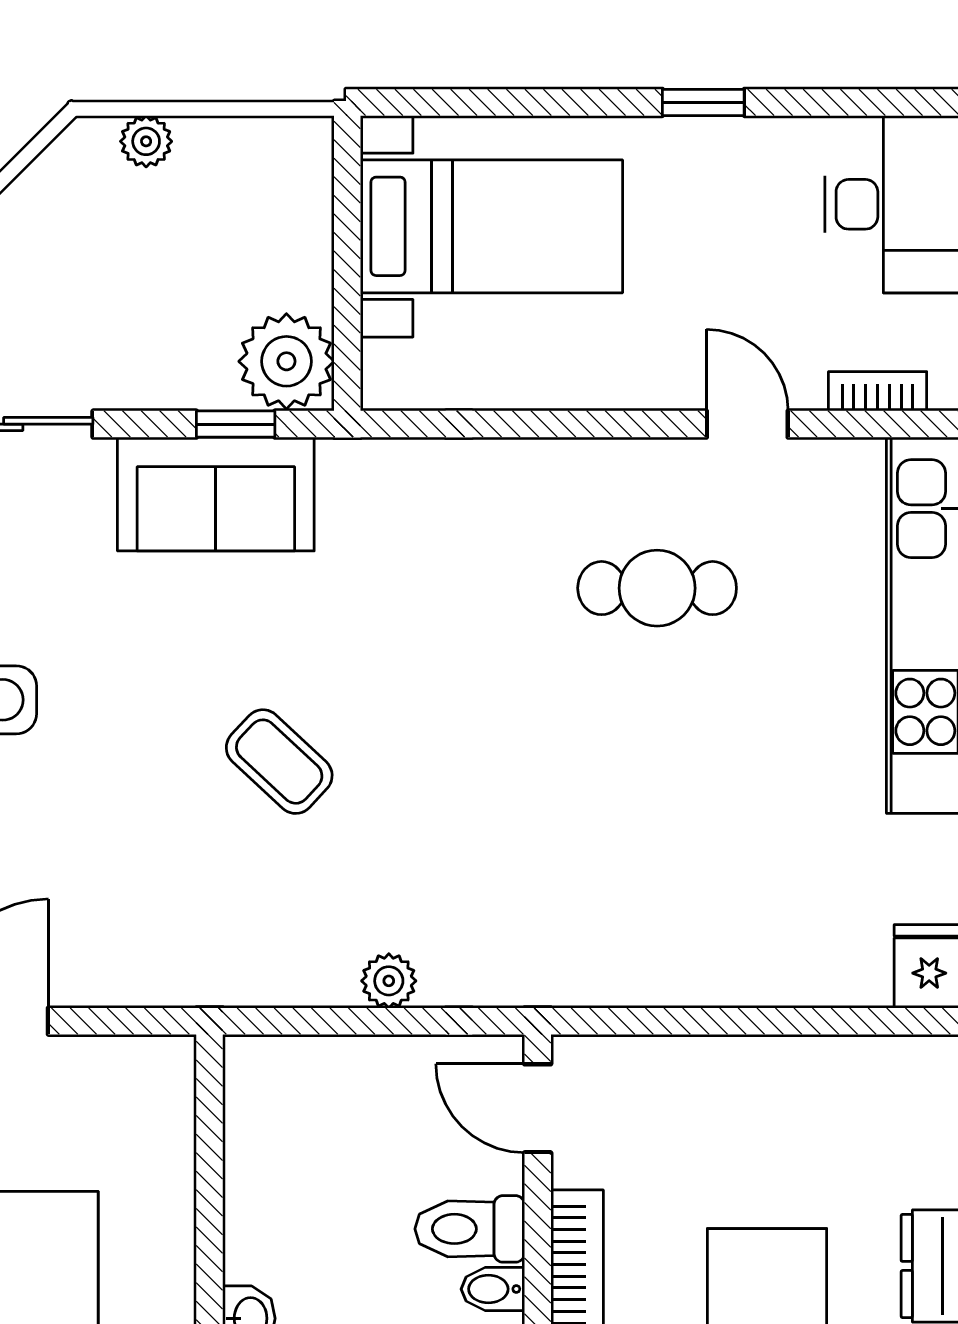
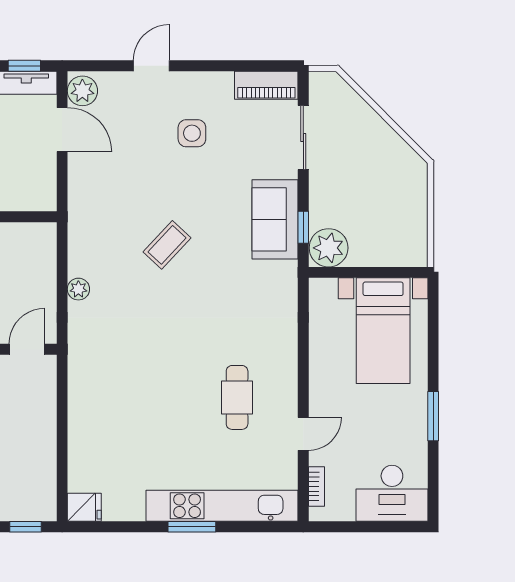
window: (703, 102) -> (433, 416), width x1.50
plant: (146, 141) -> (417, 191), removed

